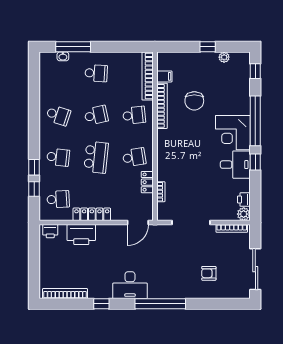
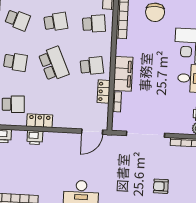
school desk: (96, 157) -> (54, 64), turned -30
filing cabinet: (166, 164) -> (123, 74), added
locker: (92, 214) -> (40, 121), width x0.66
printer: (81, 235) -> (35, 138), width x0.53, depth x0.68

